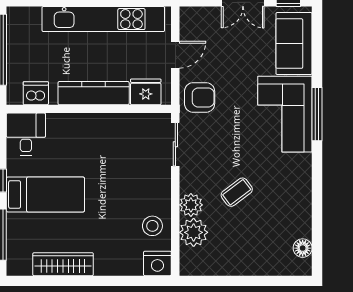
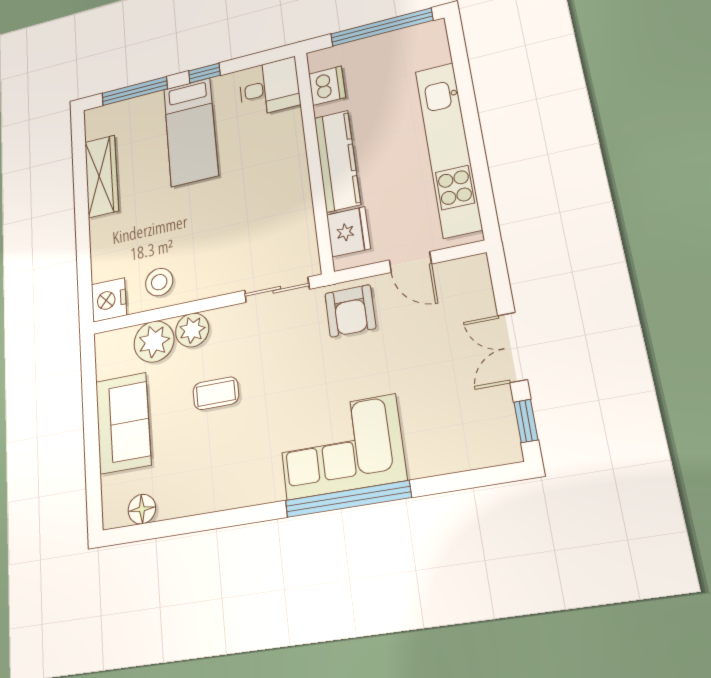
sofa: (294, 44) -> (123, 423), moved, turned 90
window: (317, 114) -> (348, 499), width x1.46
coffee table: (237, 192) -> (216, 393), turned -53

